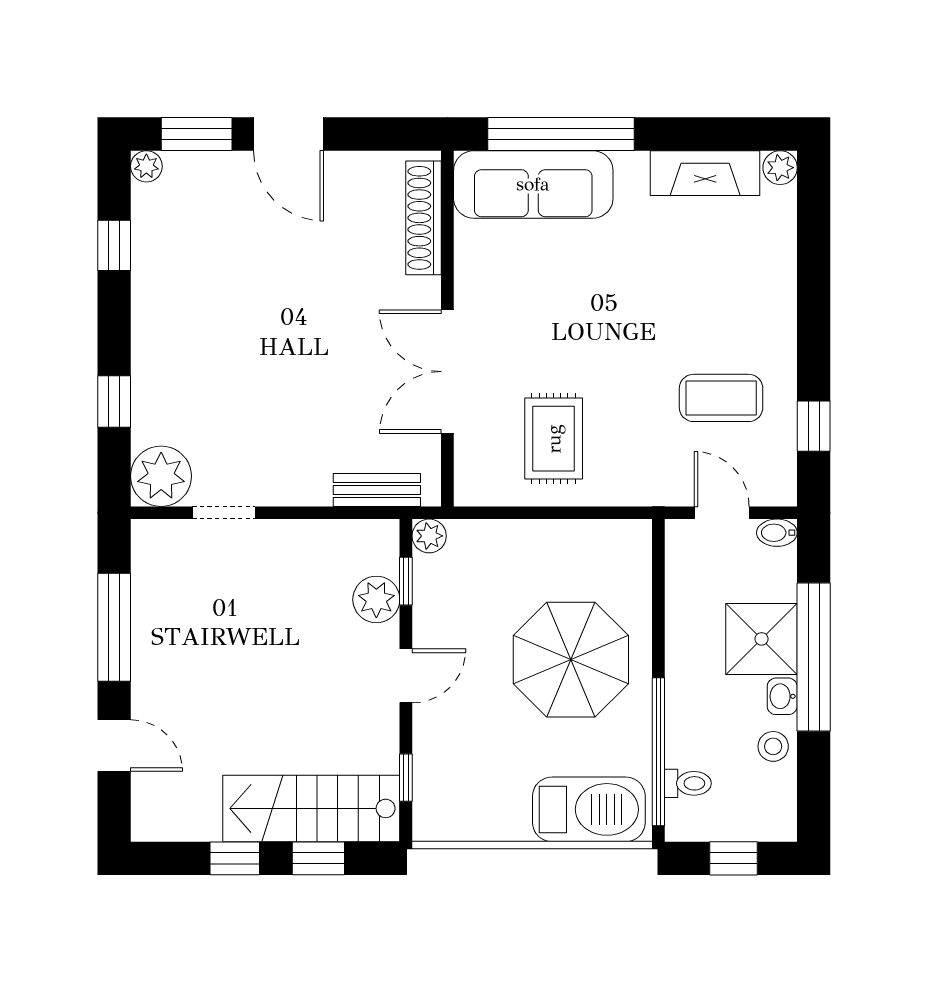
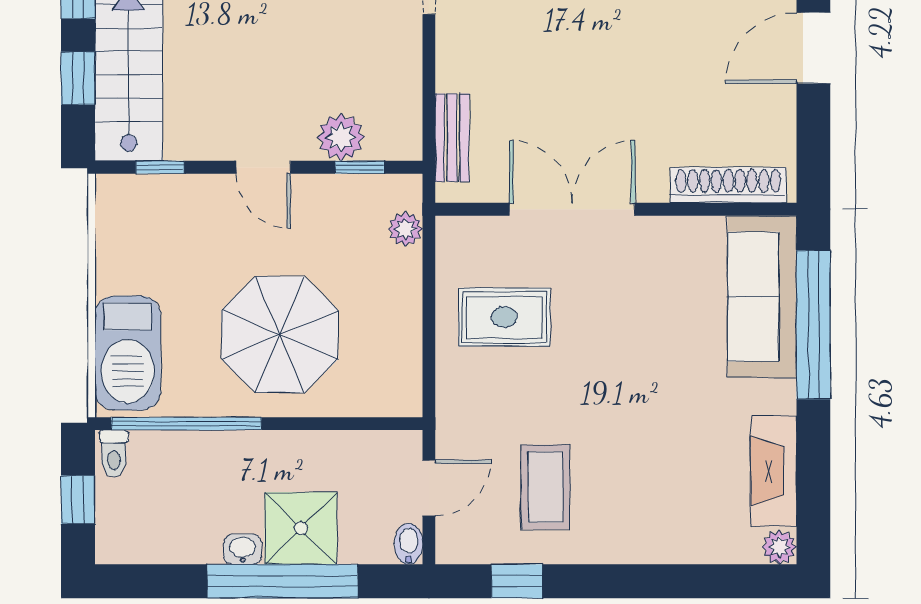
plant: (429, 536) -> (405, 229), moved
stool: (773, 746) -> (192, 540), removed
toilet: (688, 783) -> (114, 453), moved

